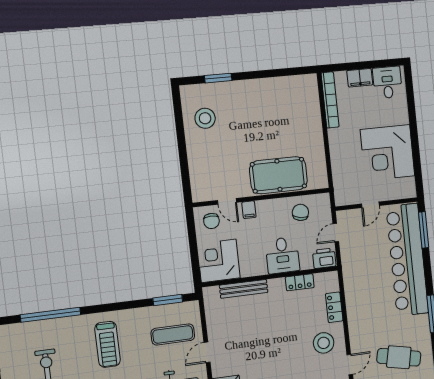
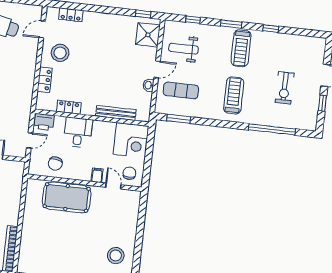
washbasin: (213, 331) -> (148, 85), added

